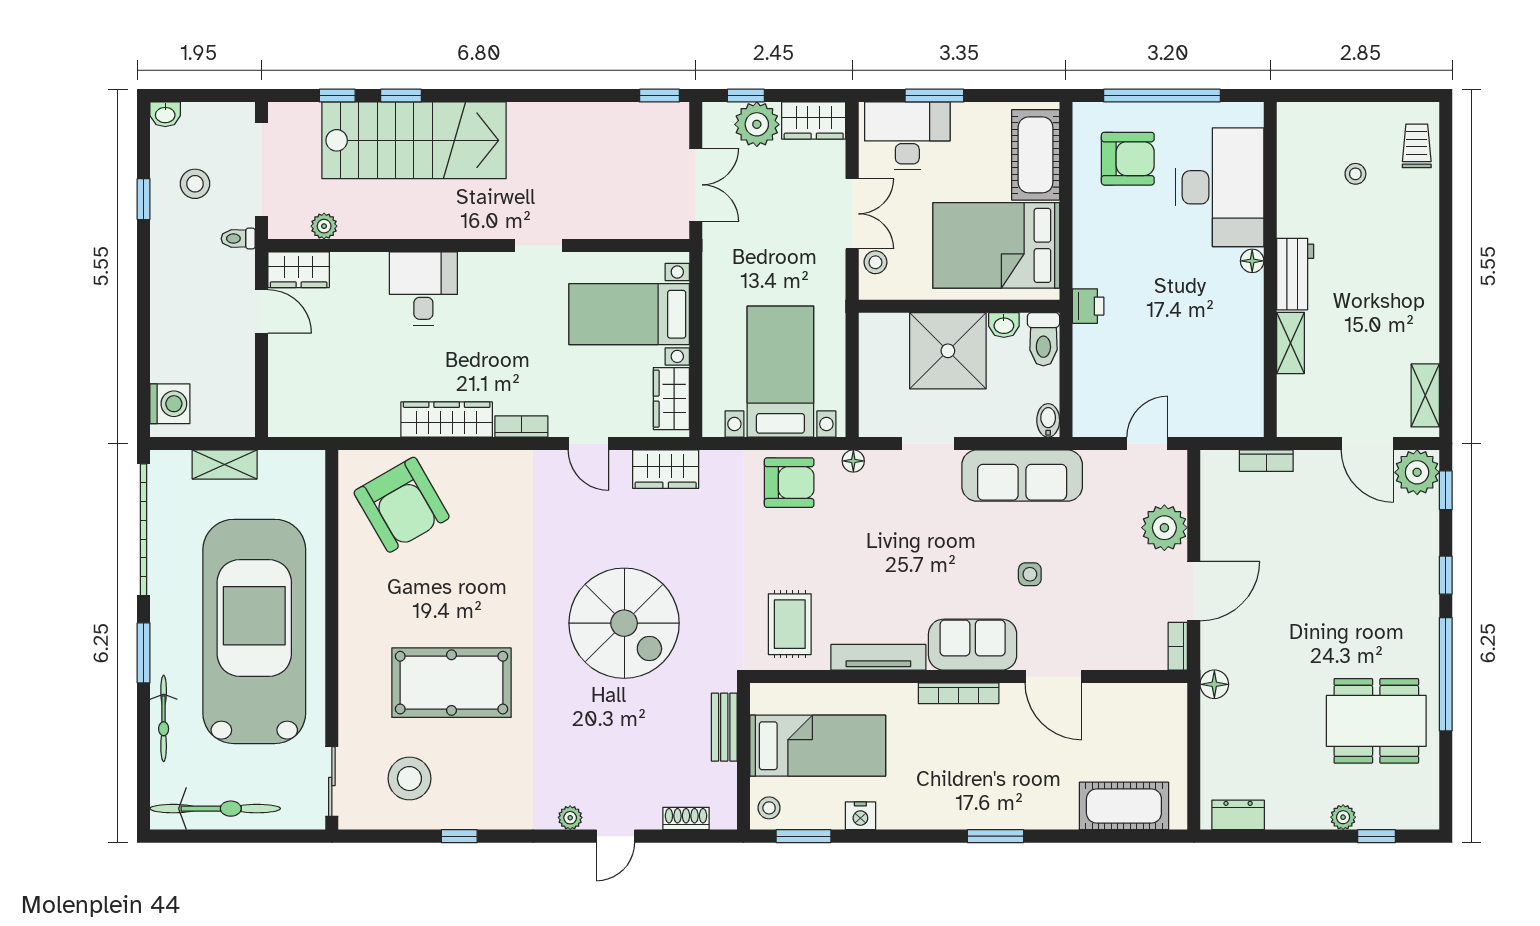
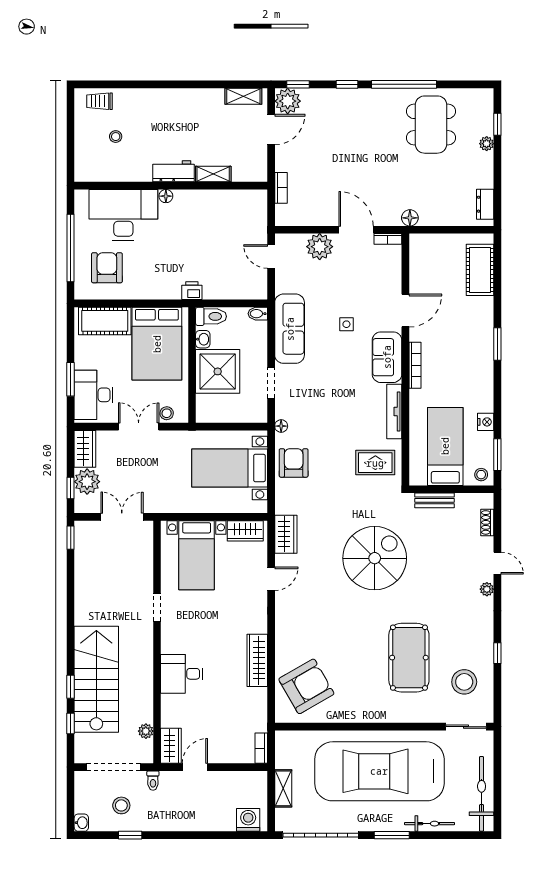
bookcase: (521, 427) -> (261, 748), moved

